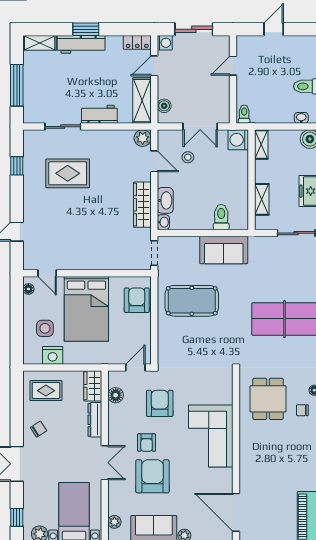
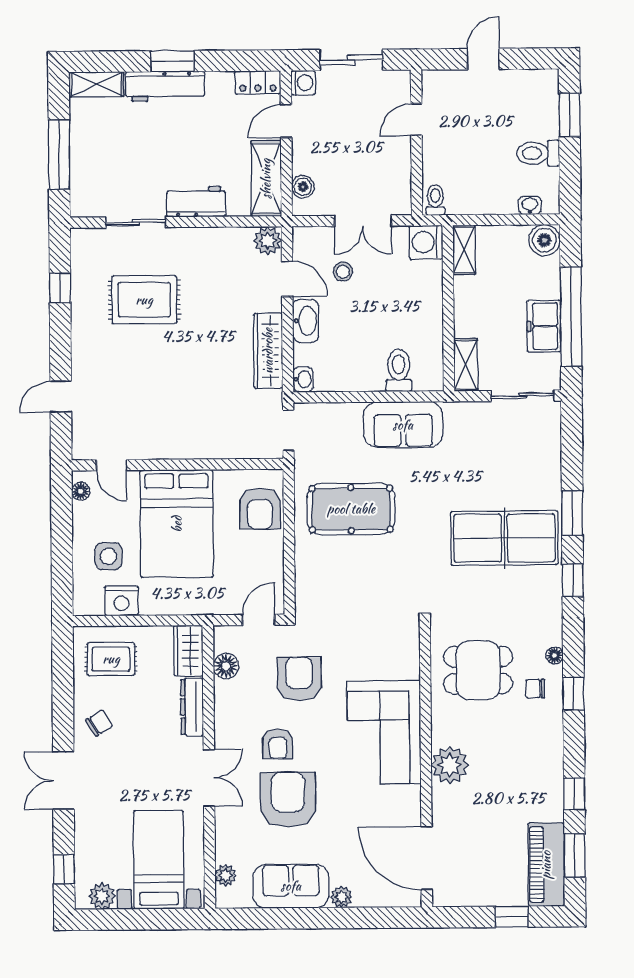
shelving: (262, 199) -> (466, 365), moved
washbasin: (165, 200) -> (306, 321), moved
armchair: (137, 300) -> (260, 509), turned 180
dining table: (268, 399) -> (478, 670), turned 90
plant: (250, 456) -> (450, 765), added

